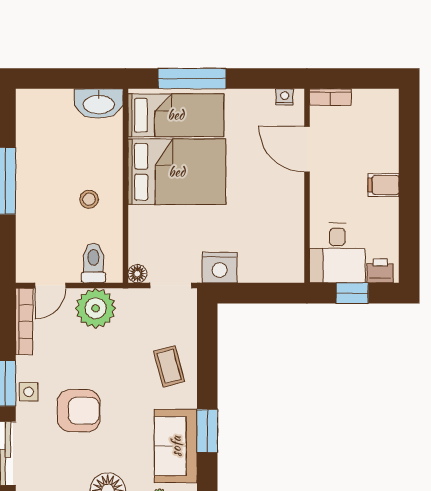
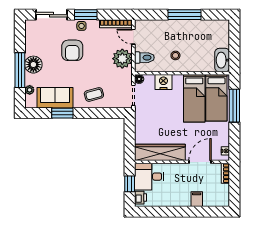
bed: (177, 172) -> (194, 98), width x0.67
filing cabinet: (384, 185) -> (197, 199), moved
wardrobe: (288, 231) -> (160, 152), added
nightstand: (220, 268) -> (163, 82), moved, turned 90

